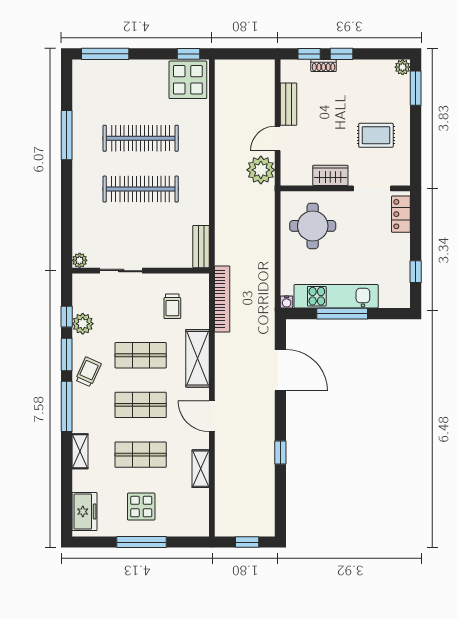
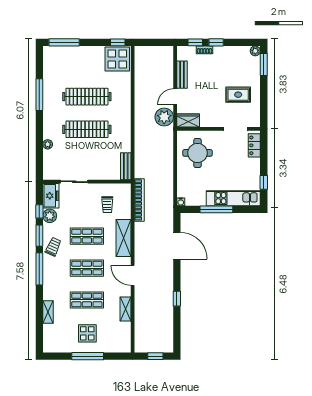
wardrobe: (330, 175) -> (188, 120), moved
plant: (80, 260) -> (48, 144), moved
kitchen unit: (336, 296) -> (233, 198), moved
shelving: (80, 451) -> (48, 312), moved
freezer: (85, 512) -> (51, 196), moved

